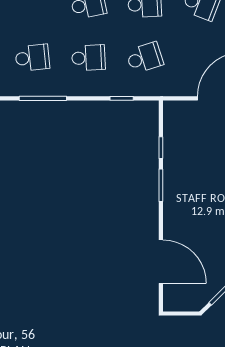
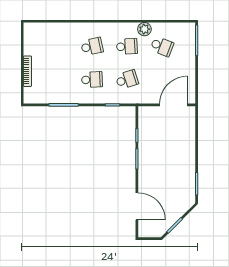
school desk: (32, 58) -> (57, 80), removed

